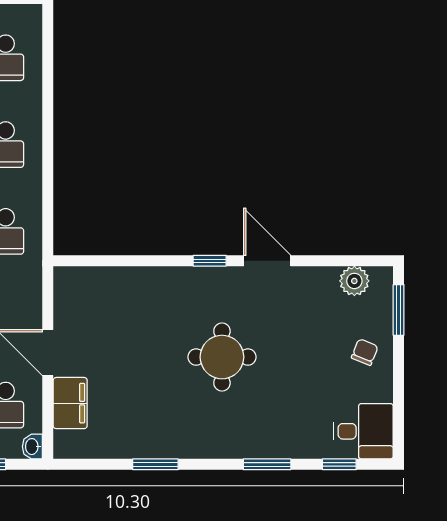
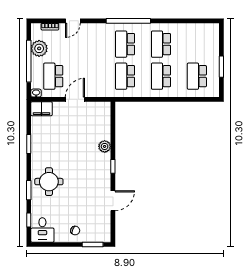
door: (267, 261) -> (113, 201), moved
plant: (354, 281) -> (105, 146), moved
round table: (222, 357) -> (49, 182), moved
filing cabinet: (70, 403) -> (42, 109), moved

